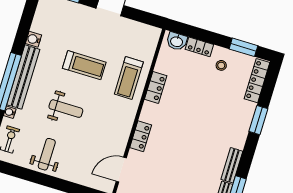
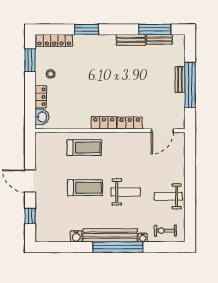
treadmill: (84, 65) -> (85, 188), turned 90
locker: (156, 87) -> (104, 123), moved
weight bench: (66, 109) -> (126, 192), turned 90
door: (121, 170) -> (162, 131), hinge flipped

